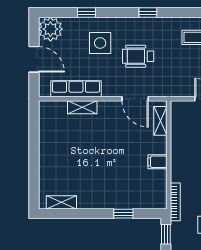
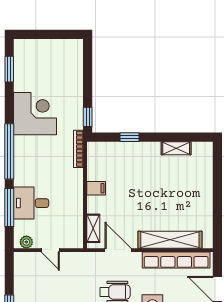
row of seats: (76, 89) -> (176, 260), width x1.36
shelving: (82, 107) -> (170, 240), width x2.20, depth x1.33
shelving: (61, 202) -> (176, 148), moved

